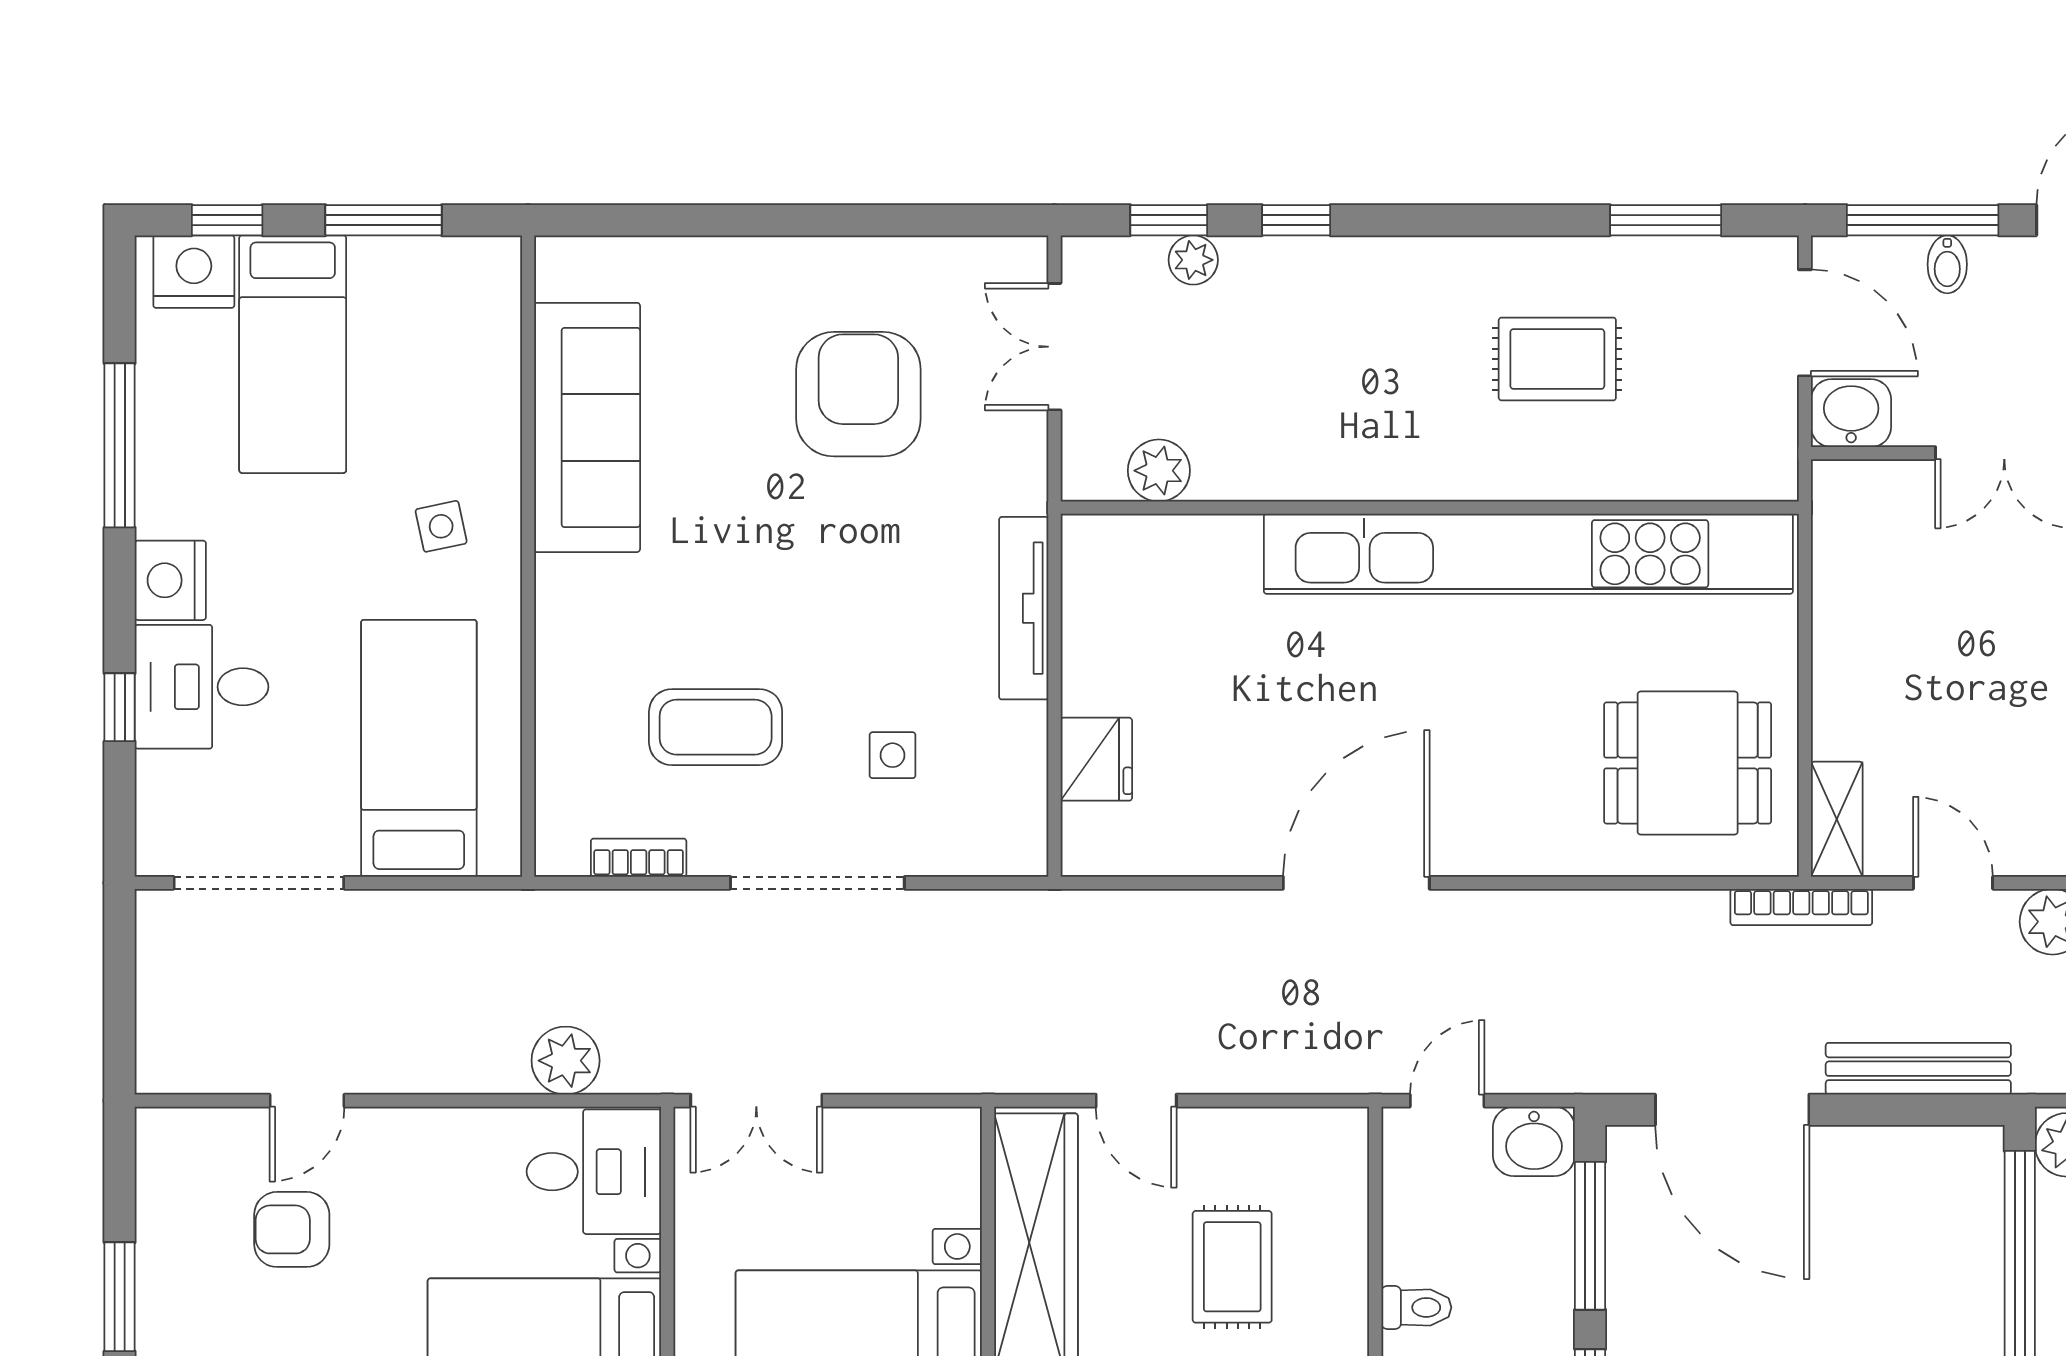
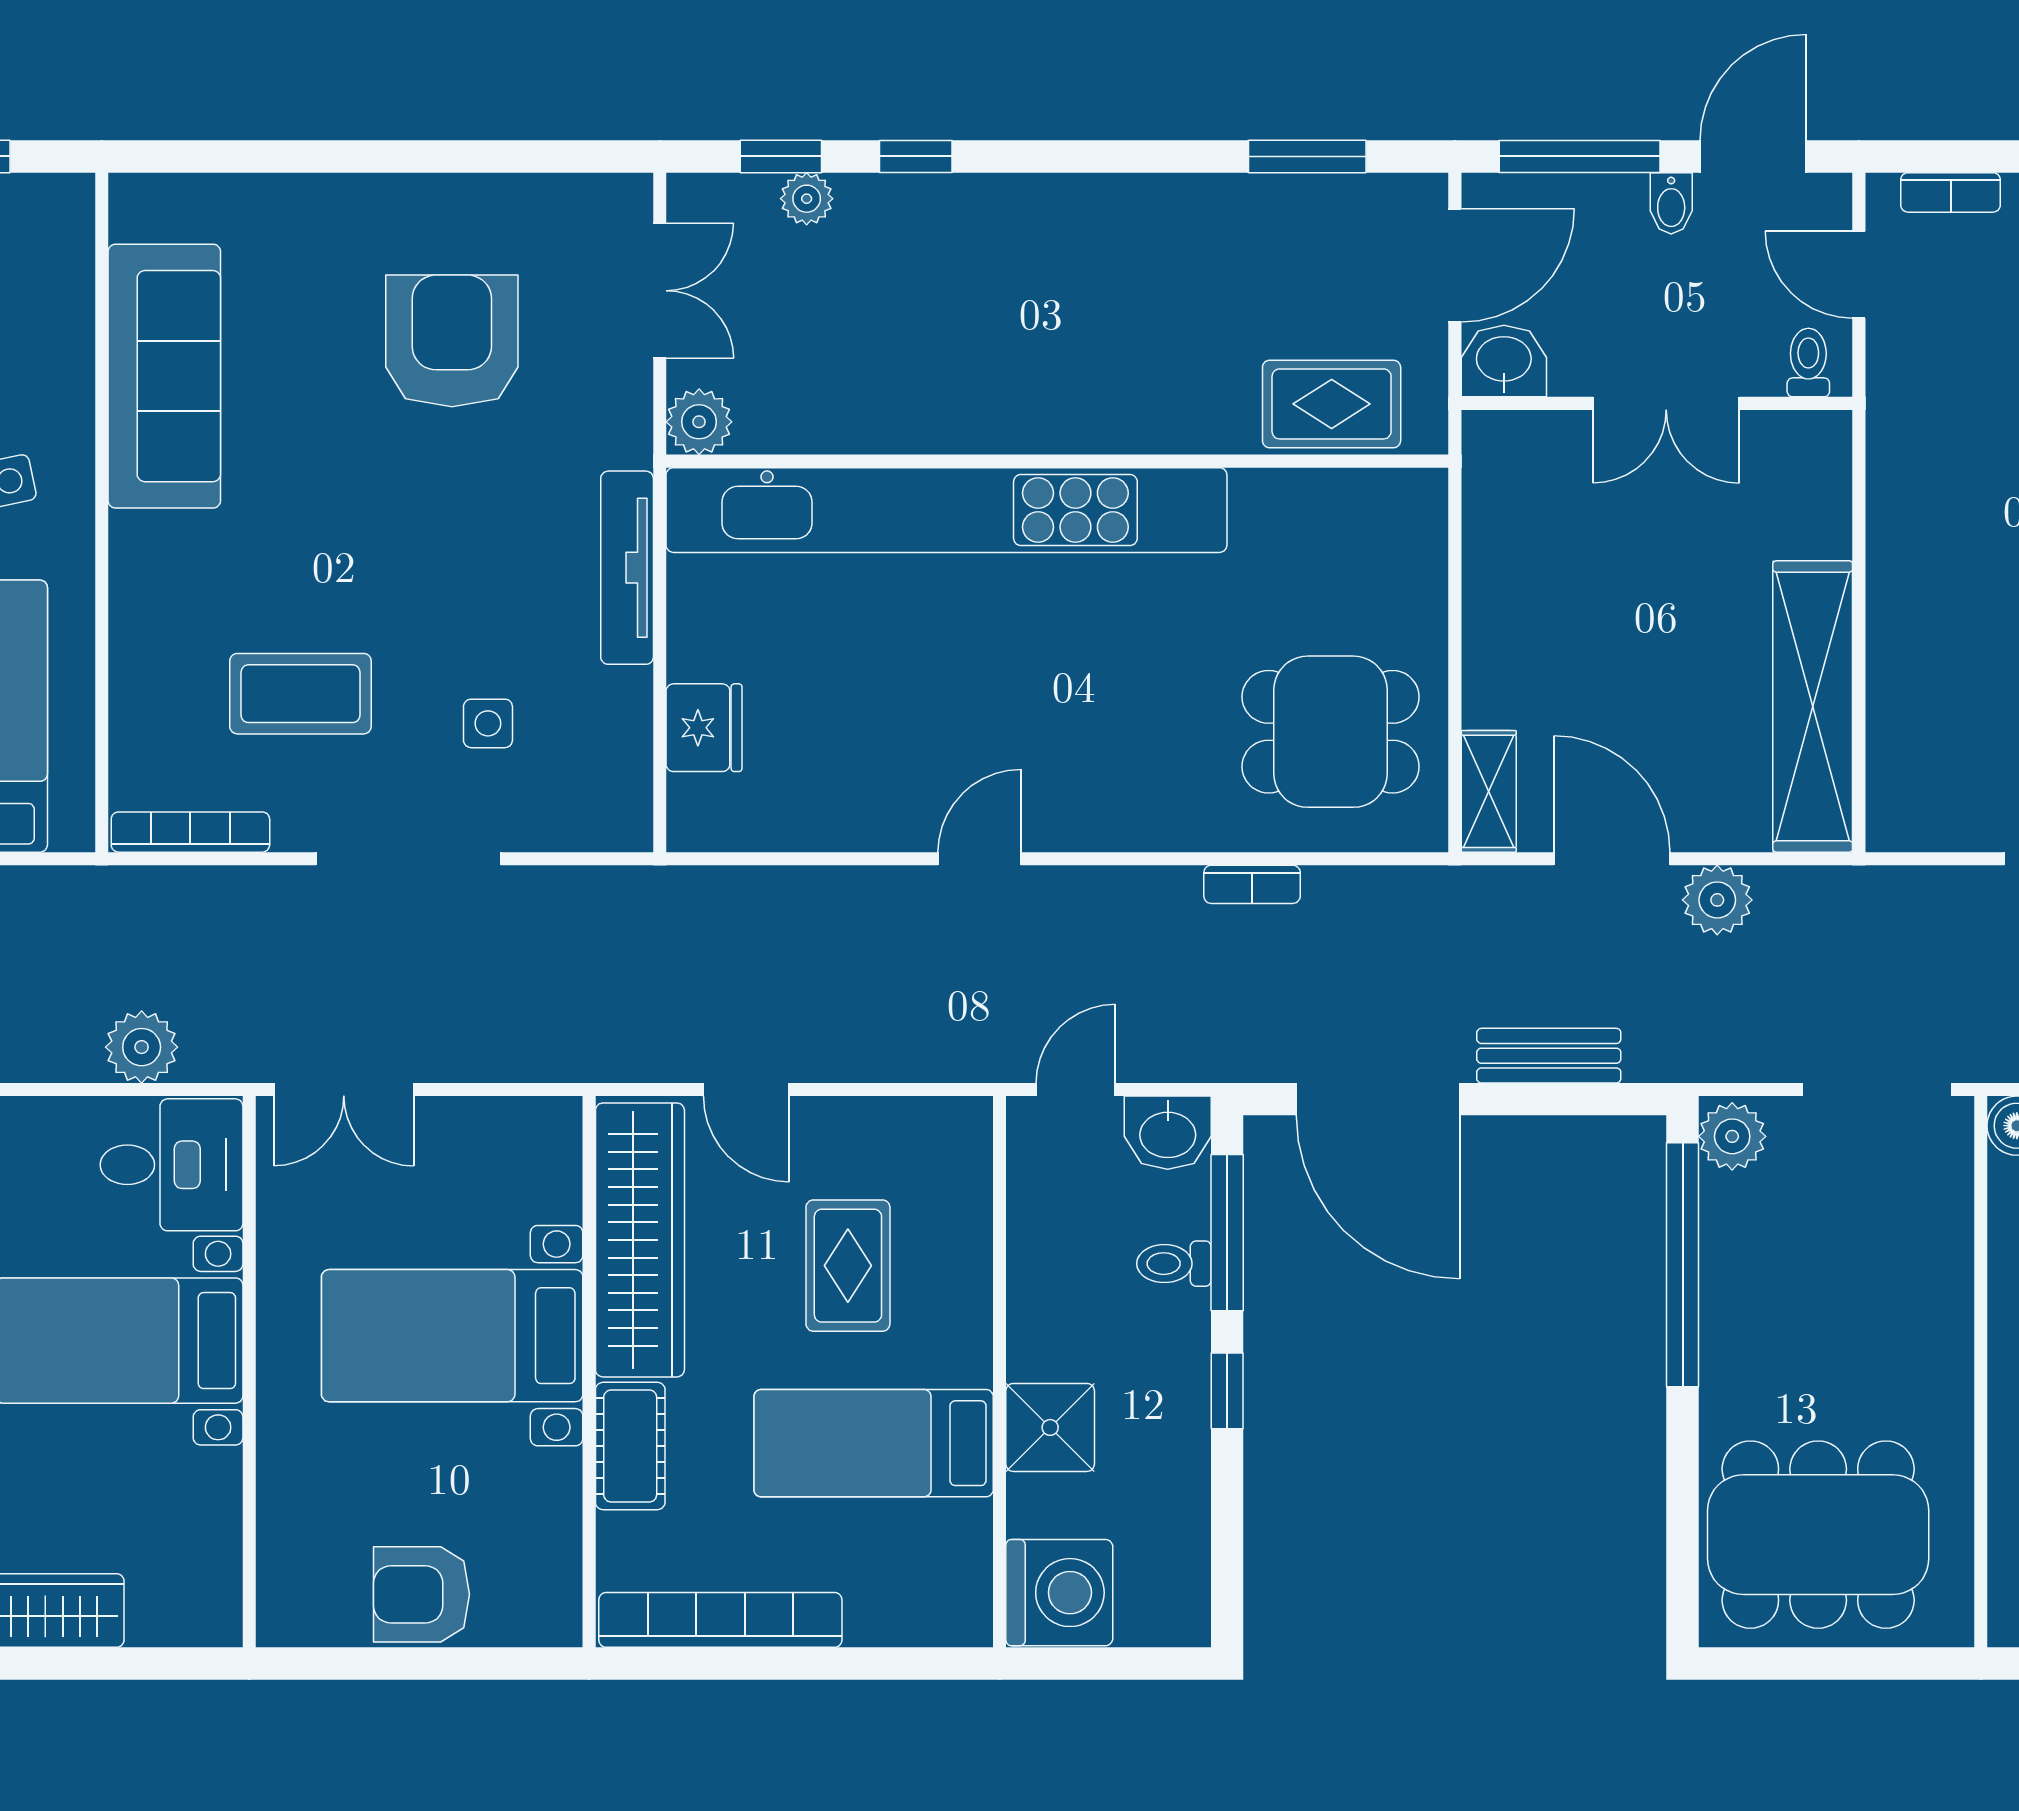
bidet: (1947, 264) -> (1671, 203), moved
door: (1805, 323) -> (1455, 265), hinge flipped
double door: (1055, 347) -> (660, 291), swing flipped
rug: (1557, 359) -> (1332, 404), moved
plant: (1159, 471) -> (699, 422), moved
kitchen unit: (1528, 554) -> (946, 510), moved
bookcase: (639, 858) -> (190, 832), width x1.56
door: (1356, 883) -> (979, 859), width x0.53
door: (1953, 883) -> (1612, 859), width x1.38
bookcase: (1801, 907) -> (1252, 884), moved, width x0.64
bench: (1918, 1069) -> (1549, 1056), width x0.73
toilet: (1416, 1307) -> (1174, 1264), moved, turned 180

